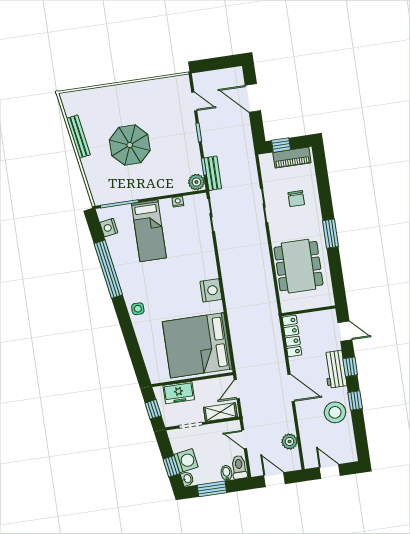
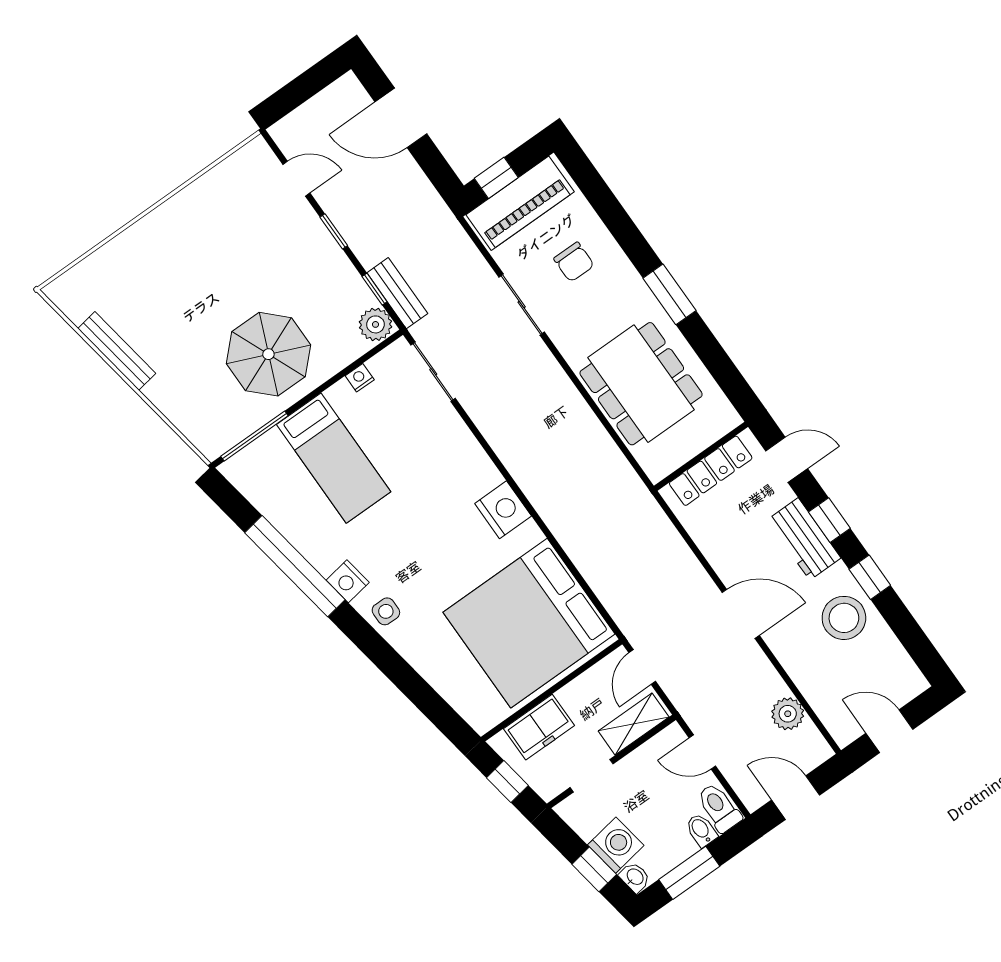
parasol: (130, 145) -> (268, 354), moved
piano: (292, 158) -> (520, 203), width x1.37, depth x1.33
nightstand: (109, 228) -> (348, 581), moved
locker: (292, 336) -> (711, 471), moved, turned 90

